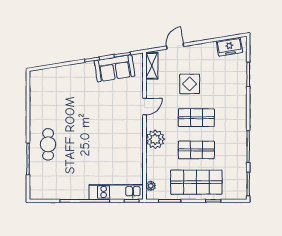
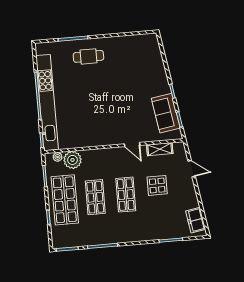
shelving: (152, 66) -> (160, 149), moved
plant: (155, 139) -> (72, 160), moved
kitchen unit: (116, 192) -> (47, 103), width x1.86

